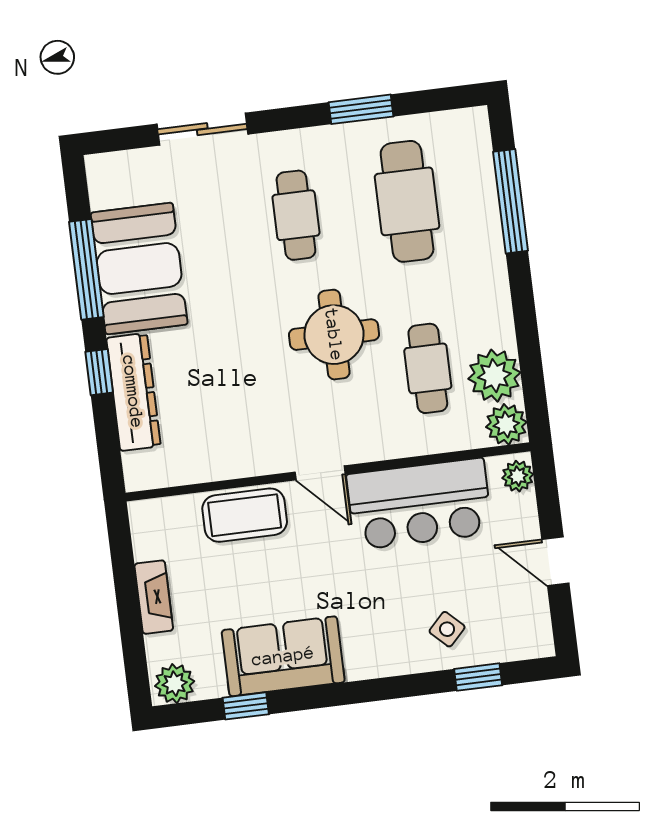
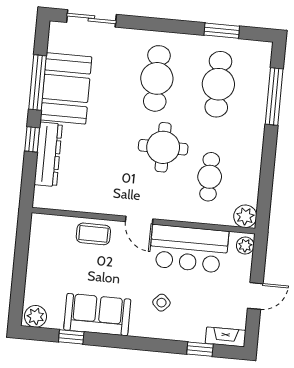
window: (361, 109) -> (222, 31), moved
sliding door: (202, 129) -> (91, 18), moved
cafe table: (296, 215) -> (157, 78), width x1.37, depth x1.35
plant: (494, 376) -> (245, 189), removed
coffee table: (245, 515) -> (93, 234), width x0.73, depth x0.77
door: (555, 561) -> (255, 296), swing flipped
fireplace: (154, 597) -> (226, 337), moved, turned -90
side table: (447, 629) -> (161, 303), moved

